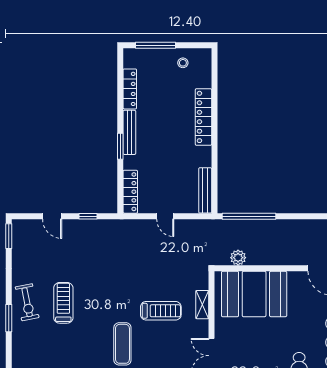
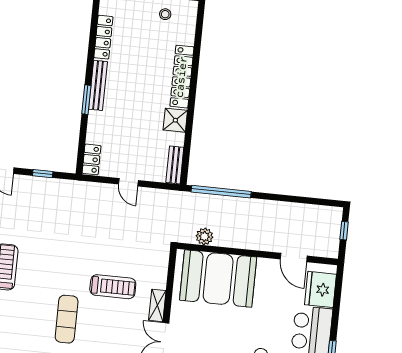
shower: (202, 157) -> (175, 120), added
bench: (205, 190) -> (175, 165), width x0.73
locker: (130, 192) -> (92, 159), width x0.66
shelving: (202, 305) -> (157, 305), moved

